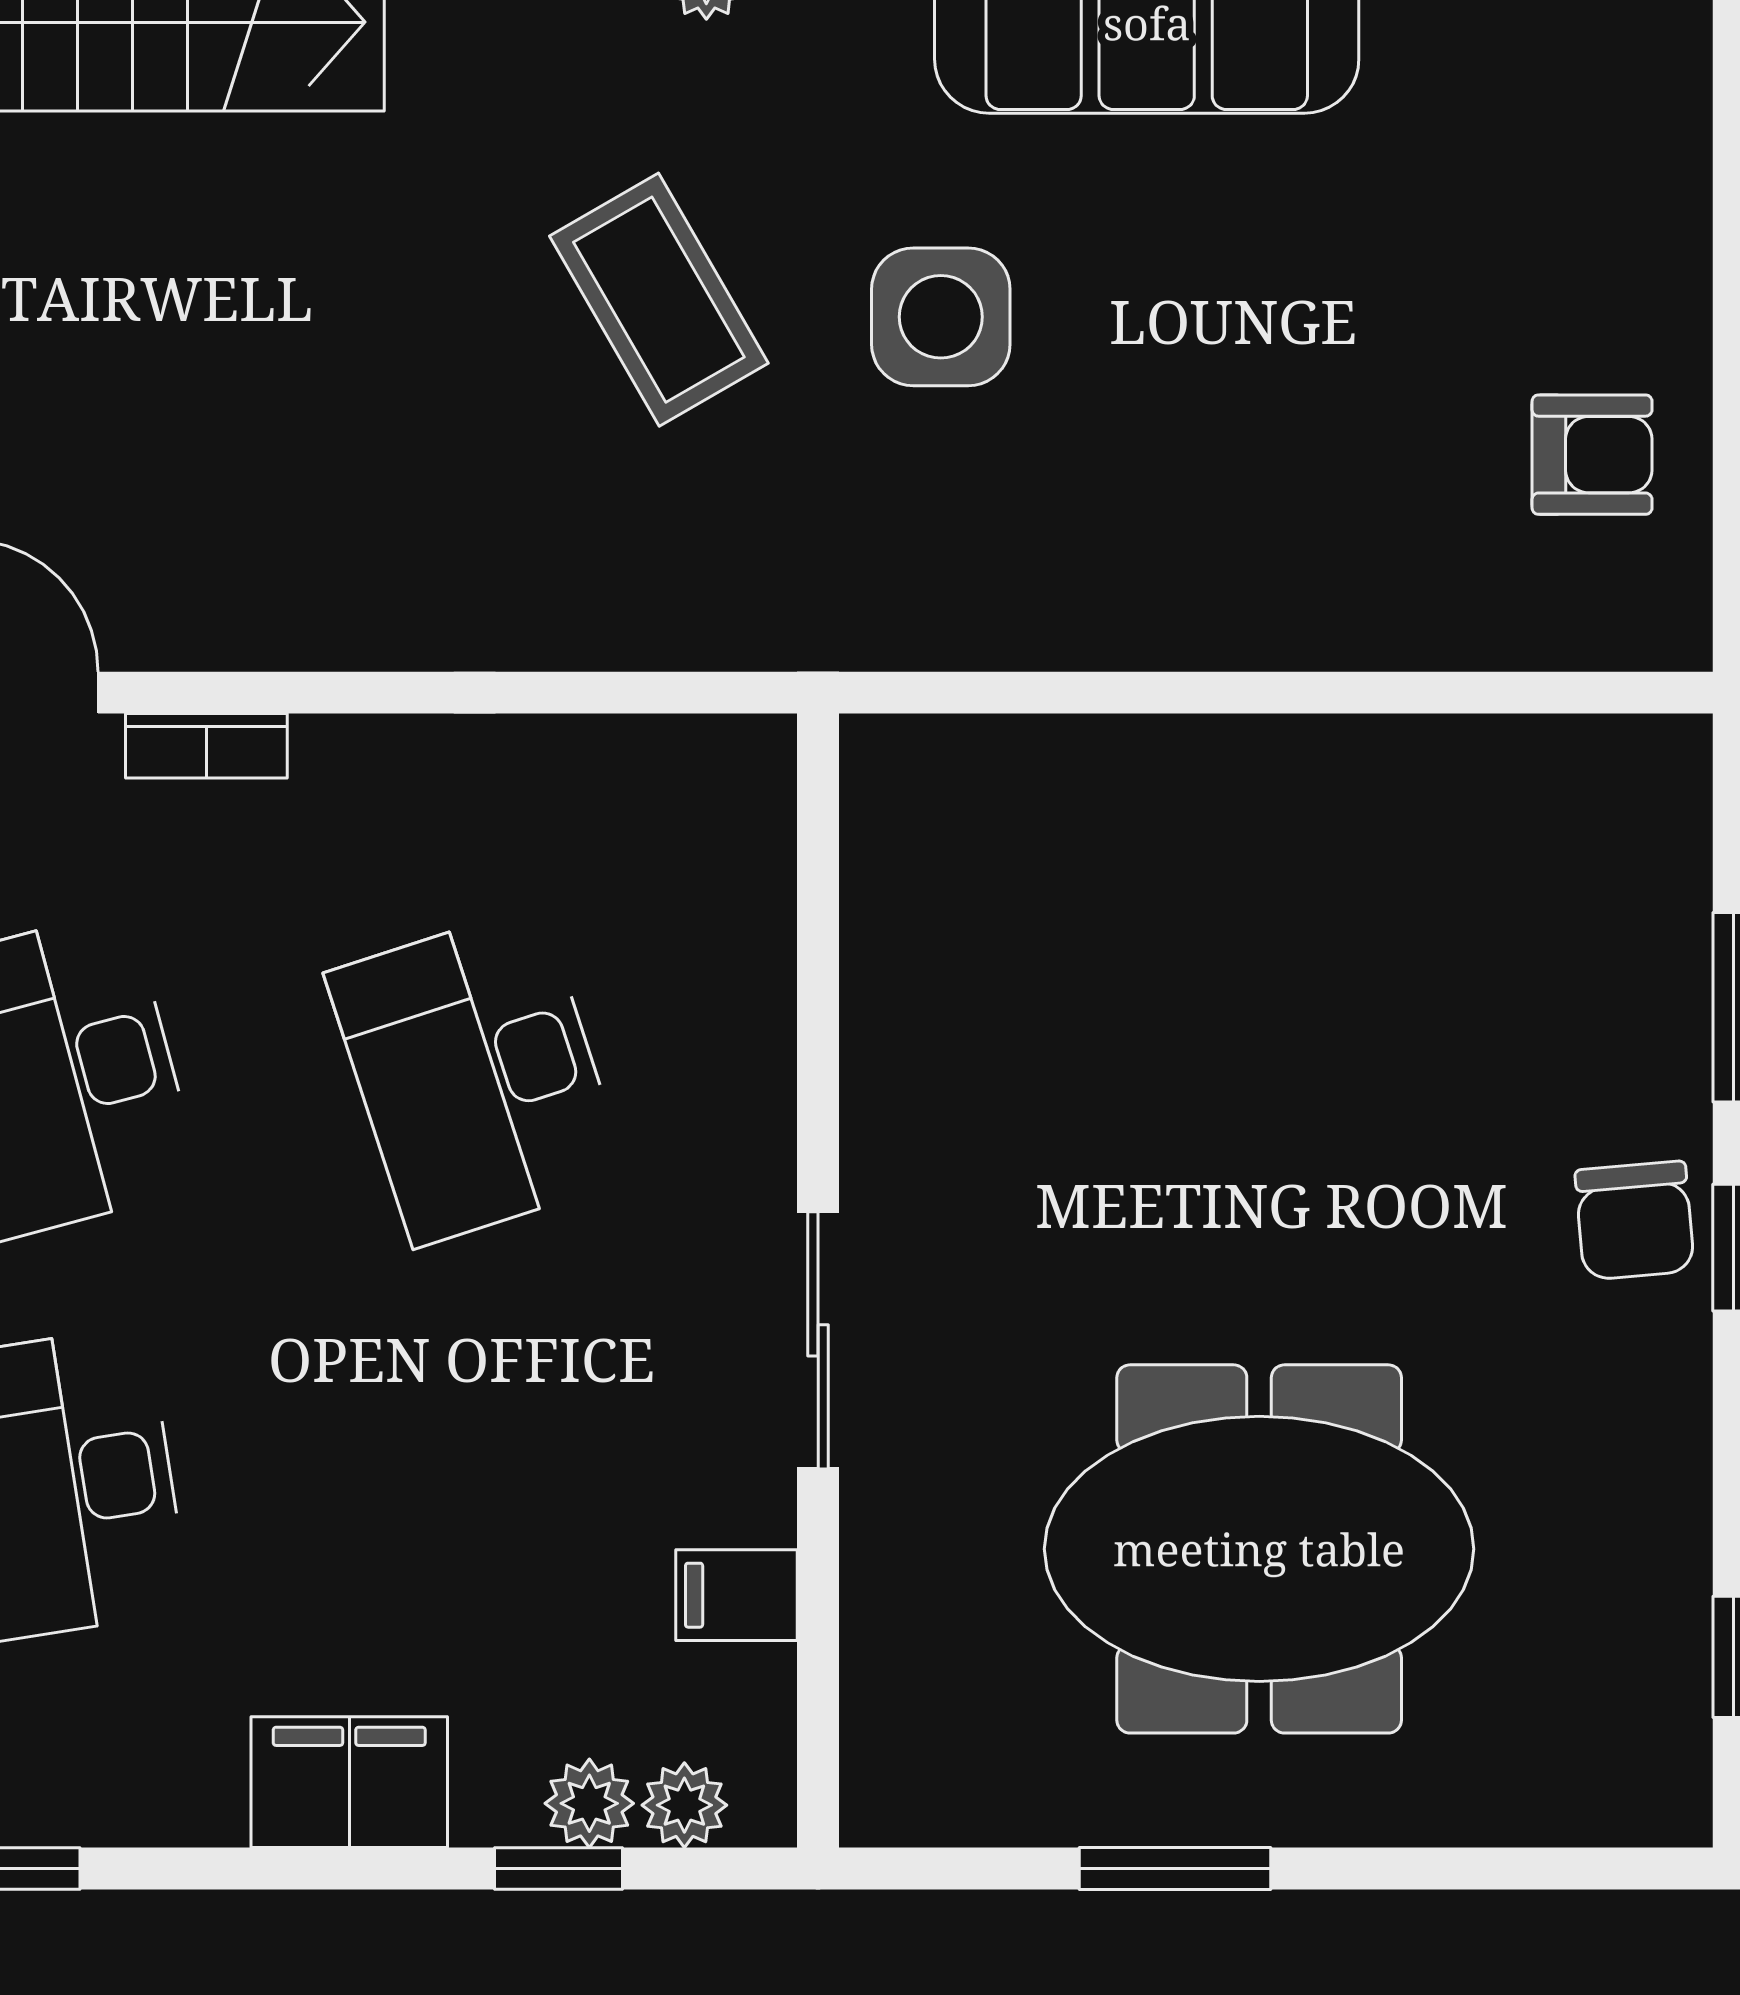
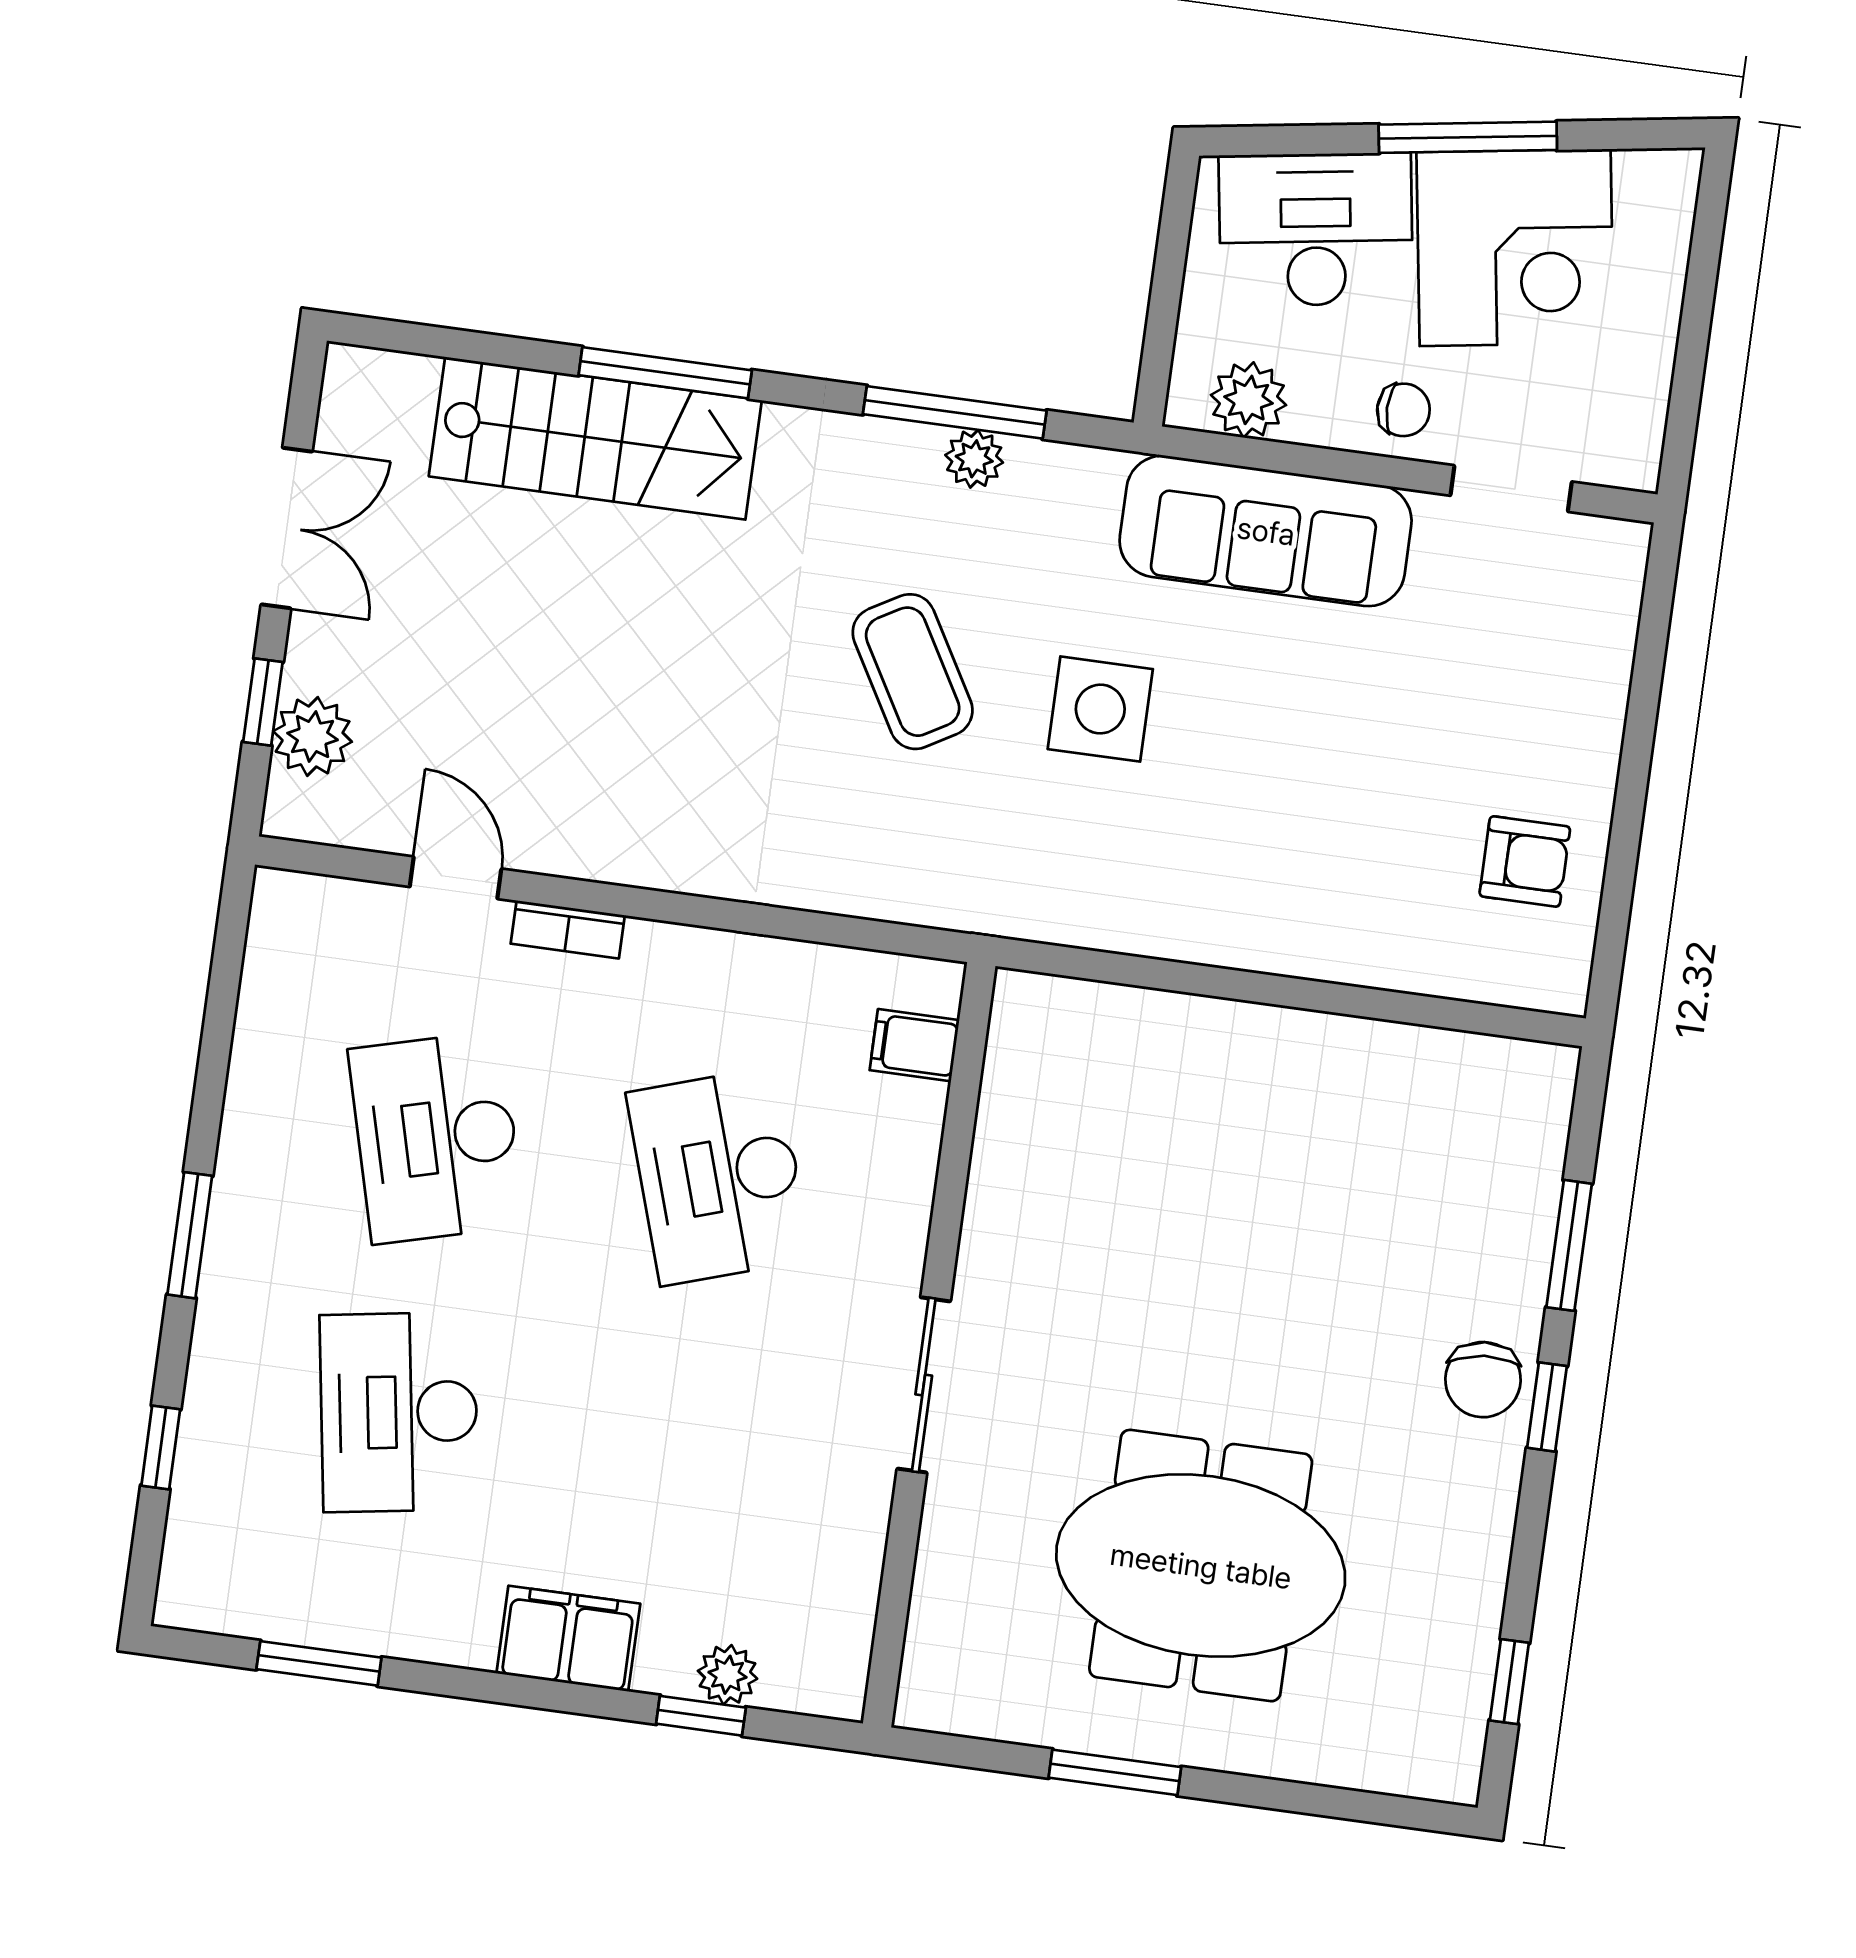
filing cabinet: (737, 1595) -> (915, 1045), moved
plant: (684, 1805) -> (791, 1685), removed

